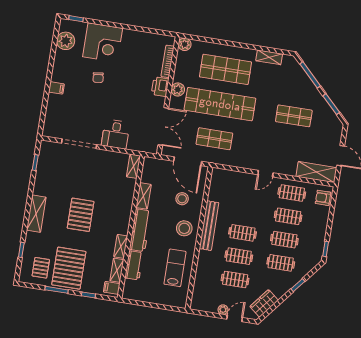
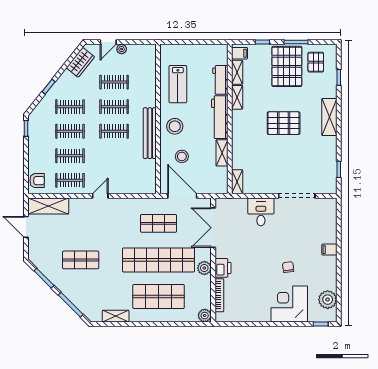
pallet: (81, 215) -> (284, 123), turned 90

